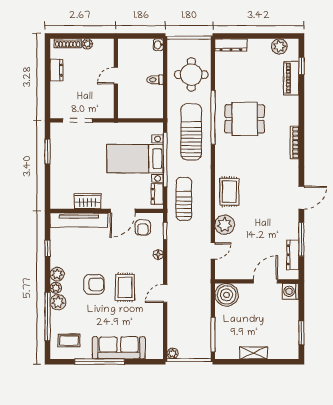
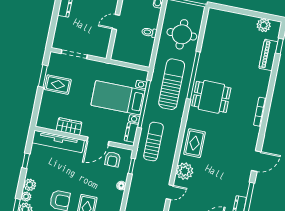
dresser: (231, 45) -> (222, 15), removed
dining table: (245, 119) -> (211, 97), moved
rug: (66, 157) -> (58, 85), added

